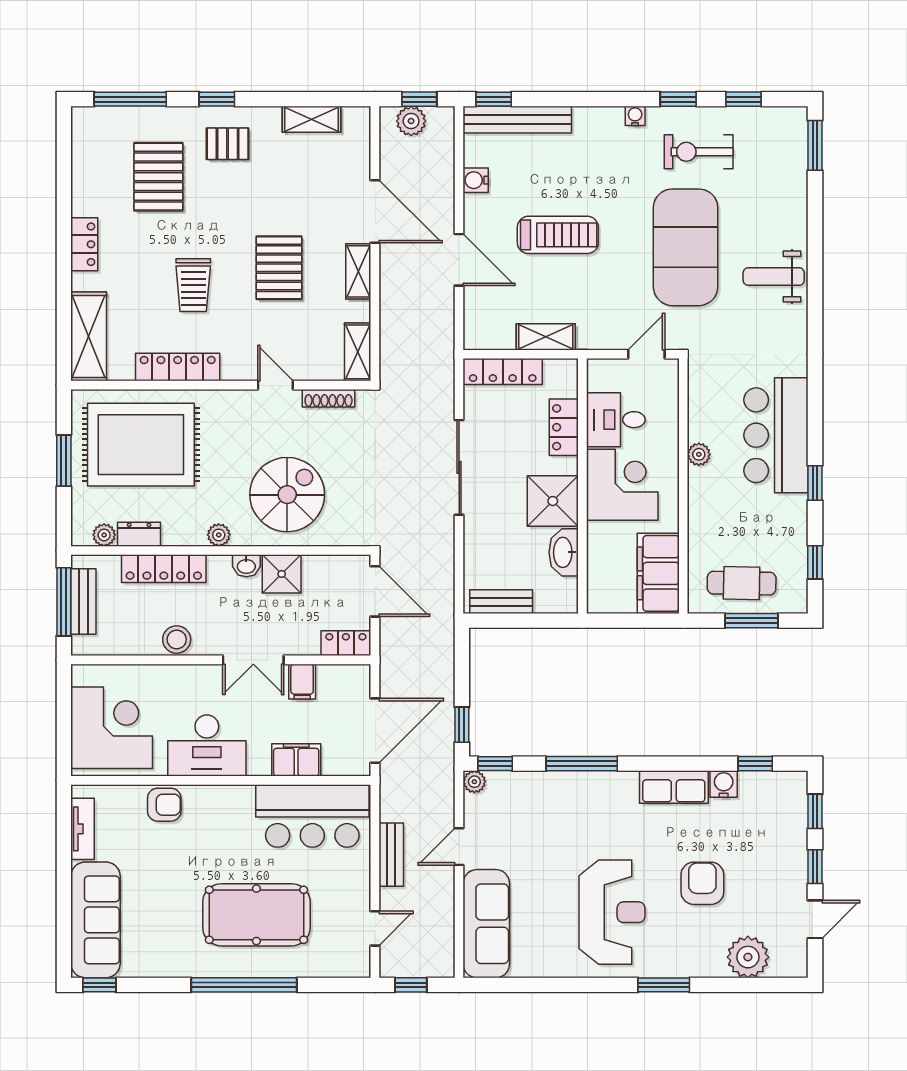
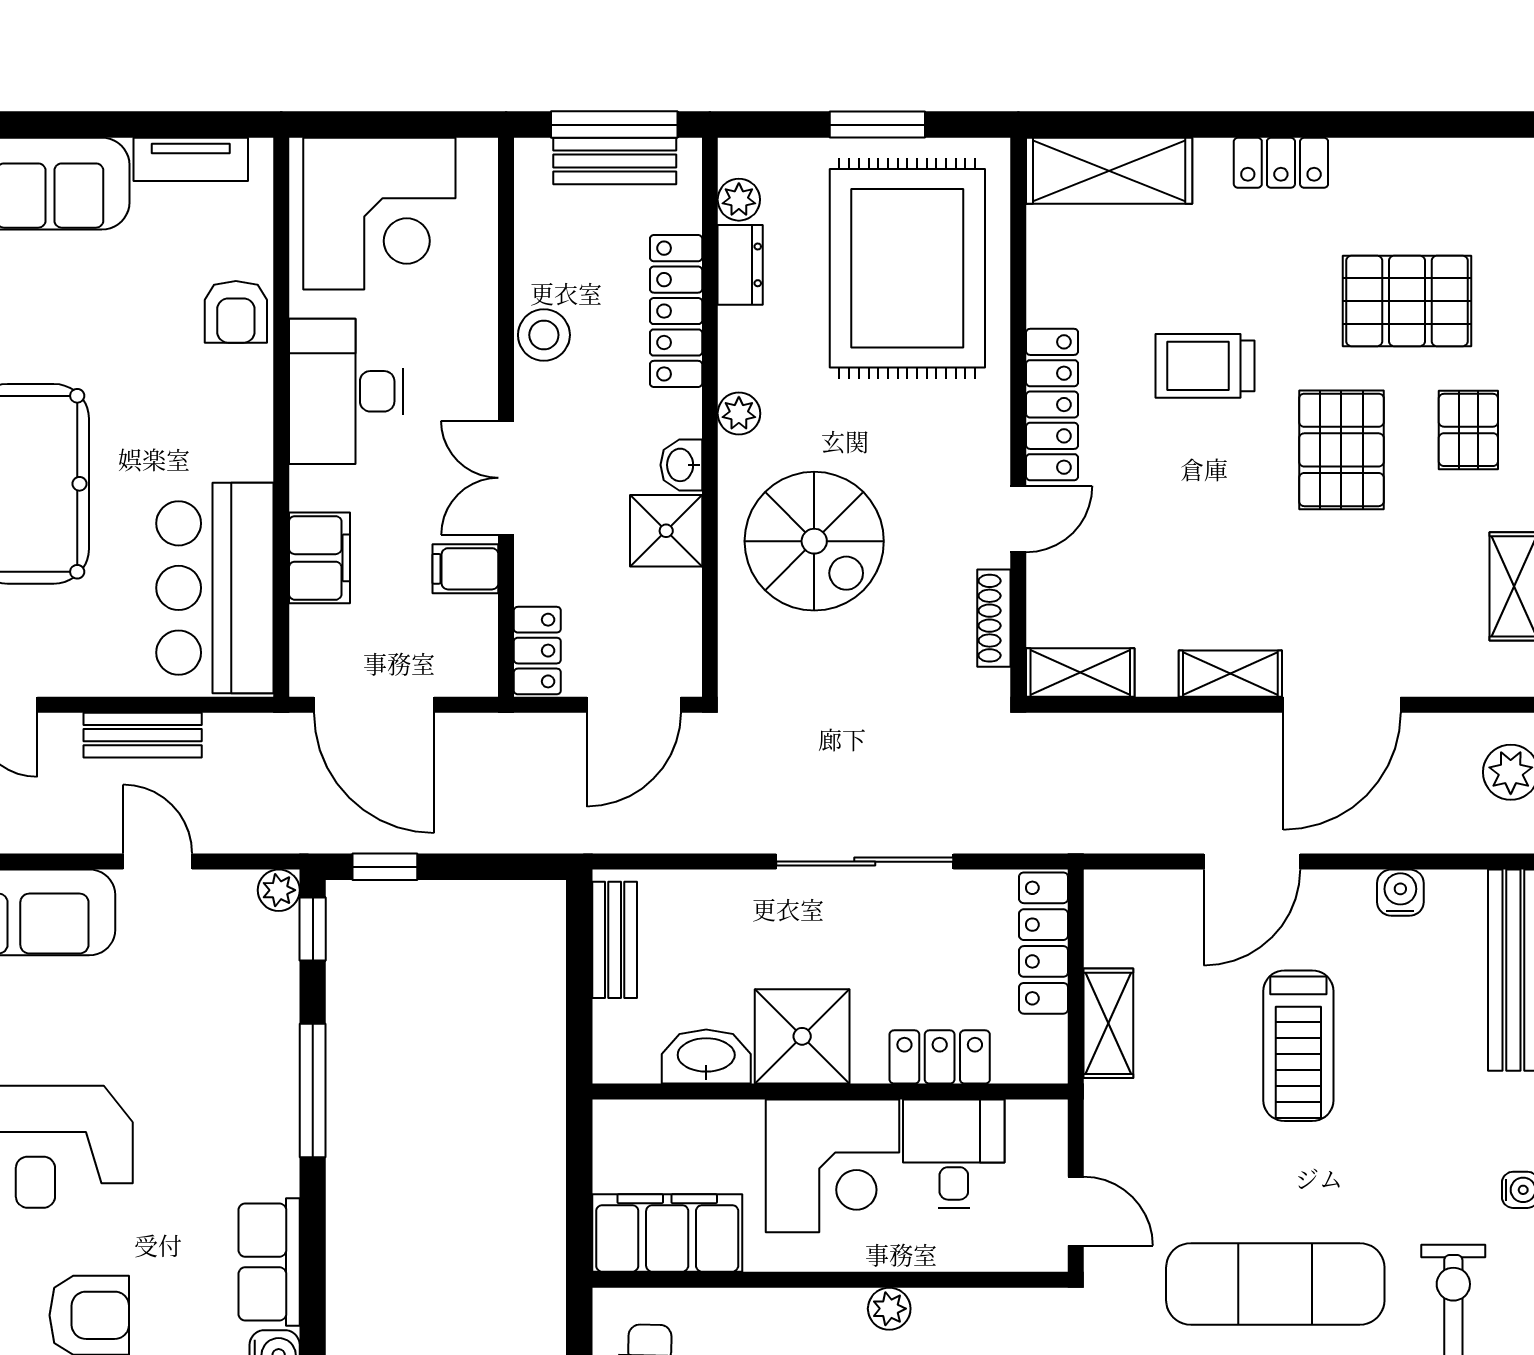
exercise mat: (686, 247) -> (1275, 1284), width x0.68
pallet: (279, 268) -> (1341, 450), moved, turned 90
locker: (178, 367) -> (1052, 405), moved

